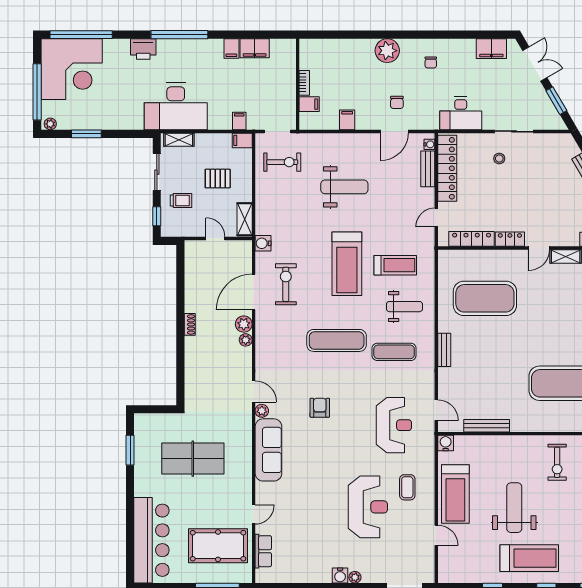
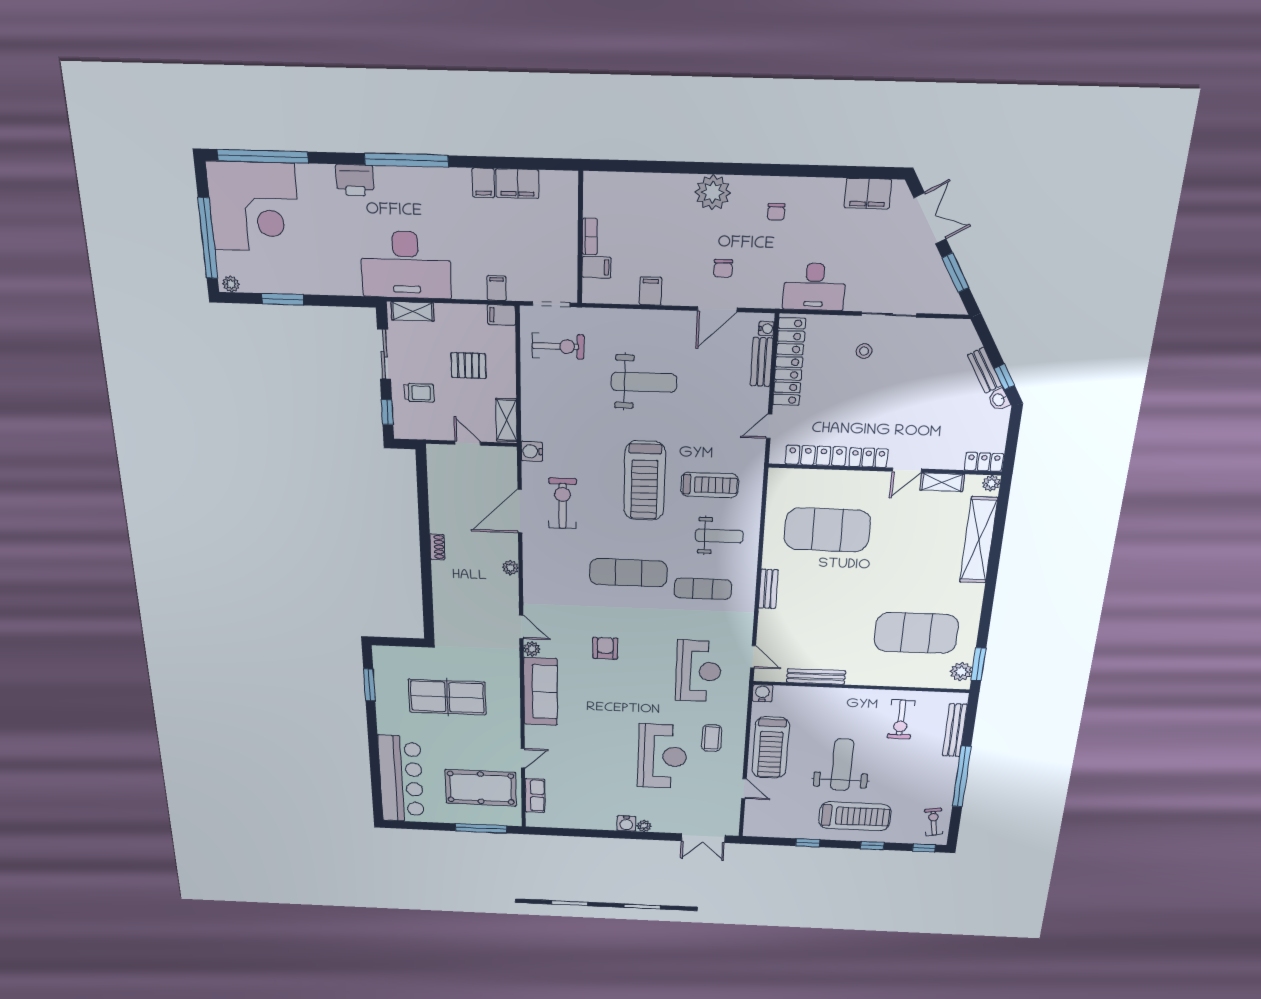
plant: (244, 324) -> (508, 549), removed

